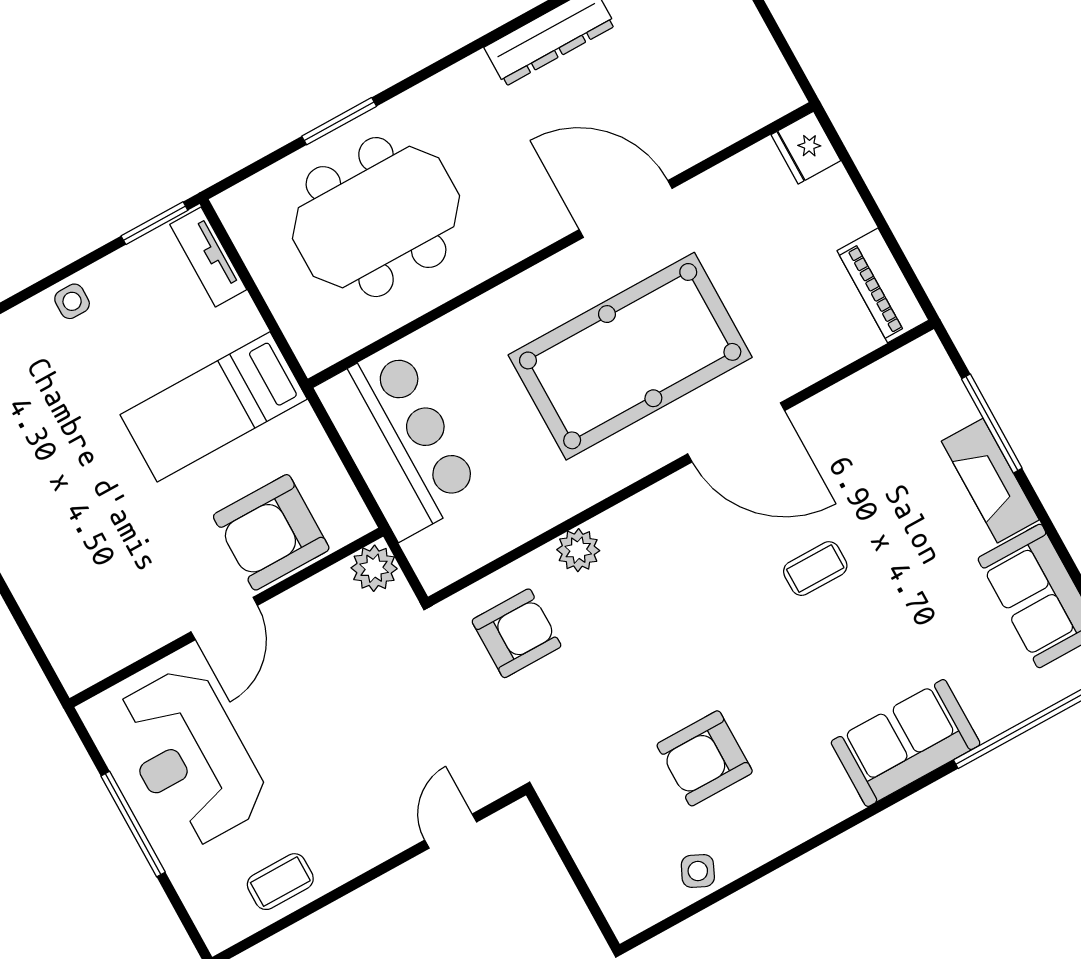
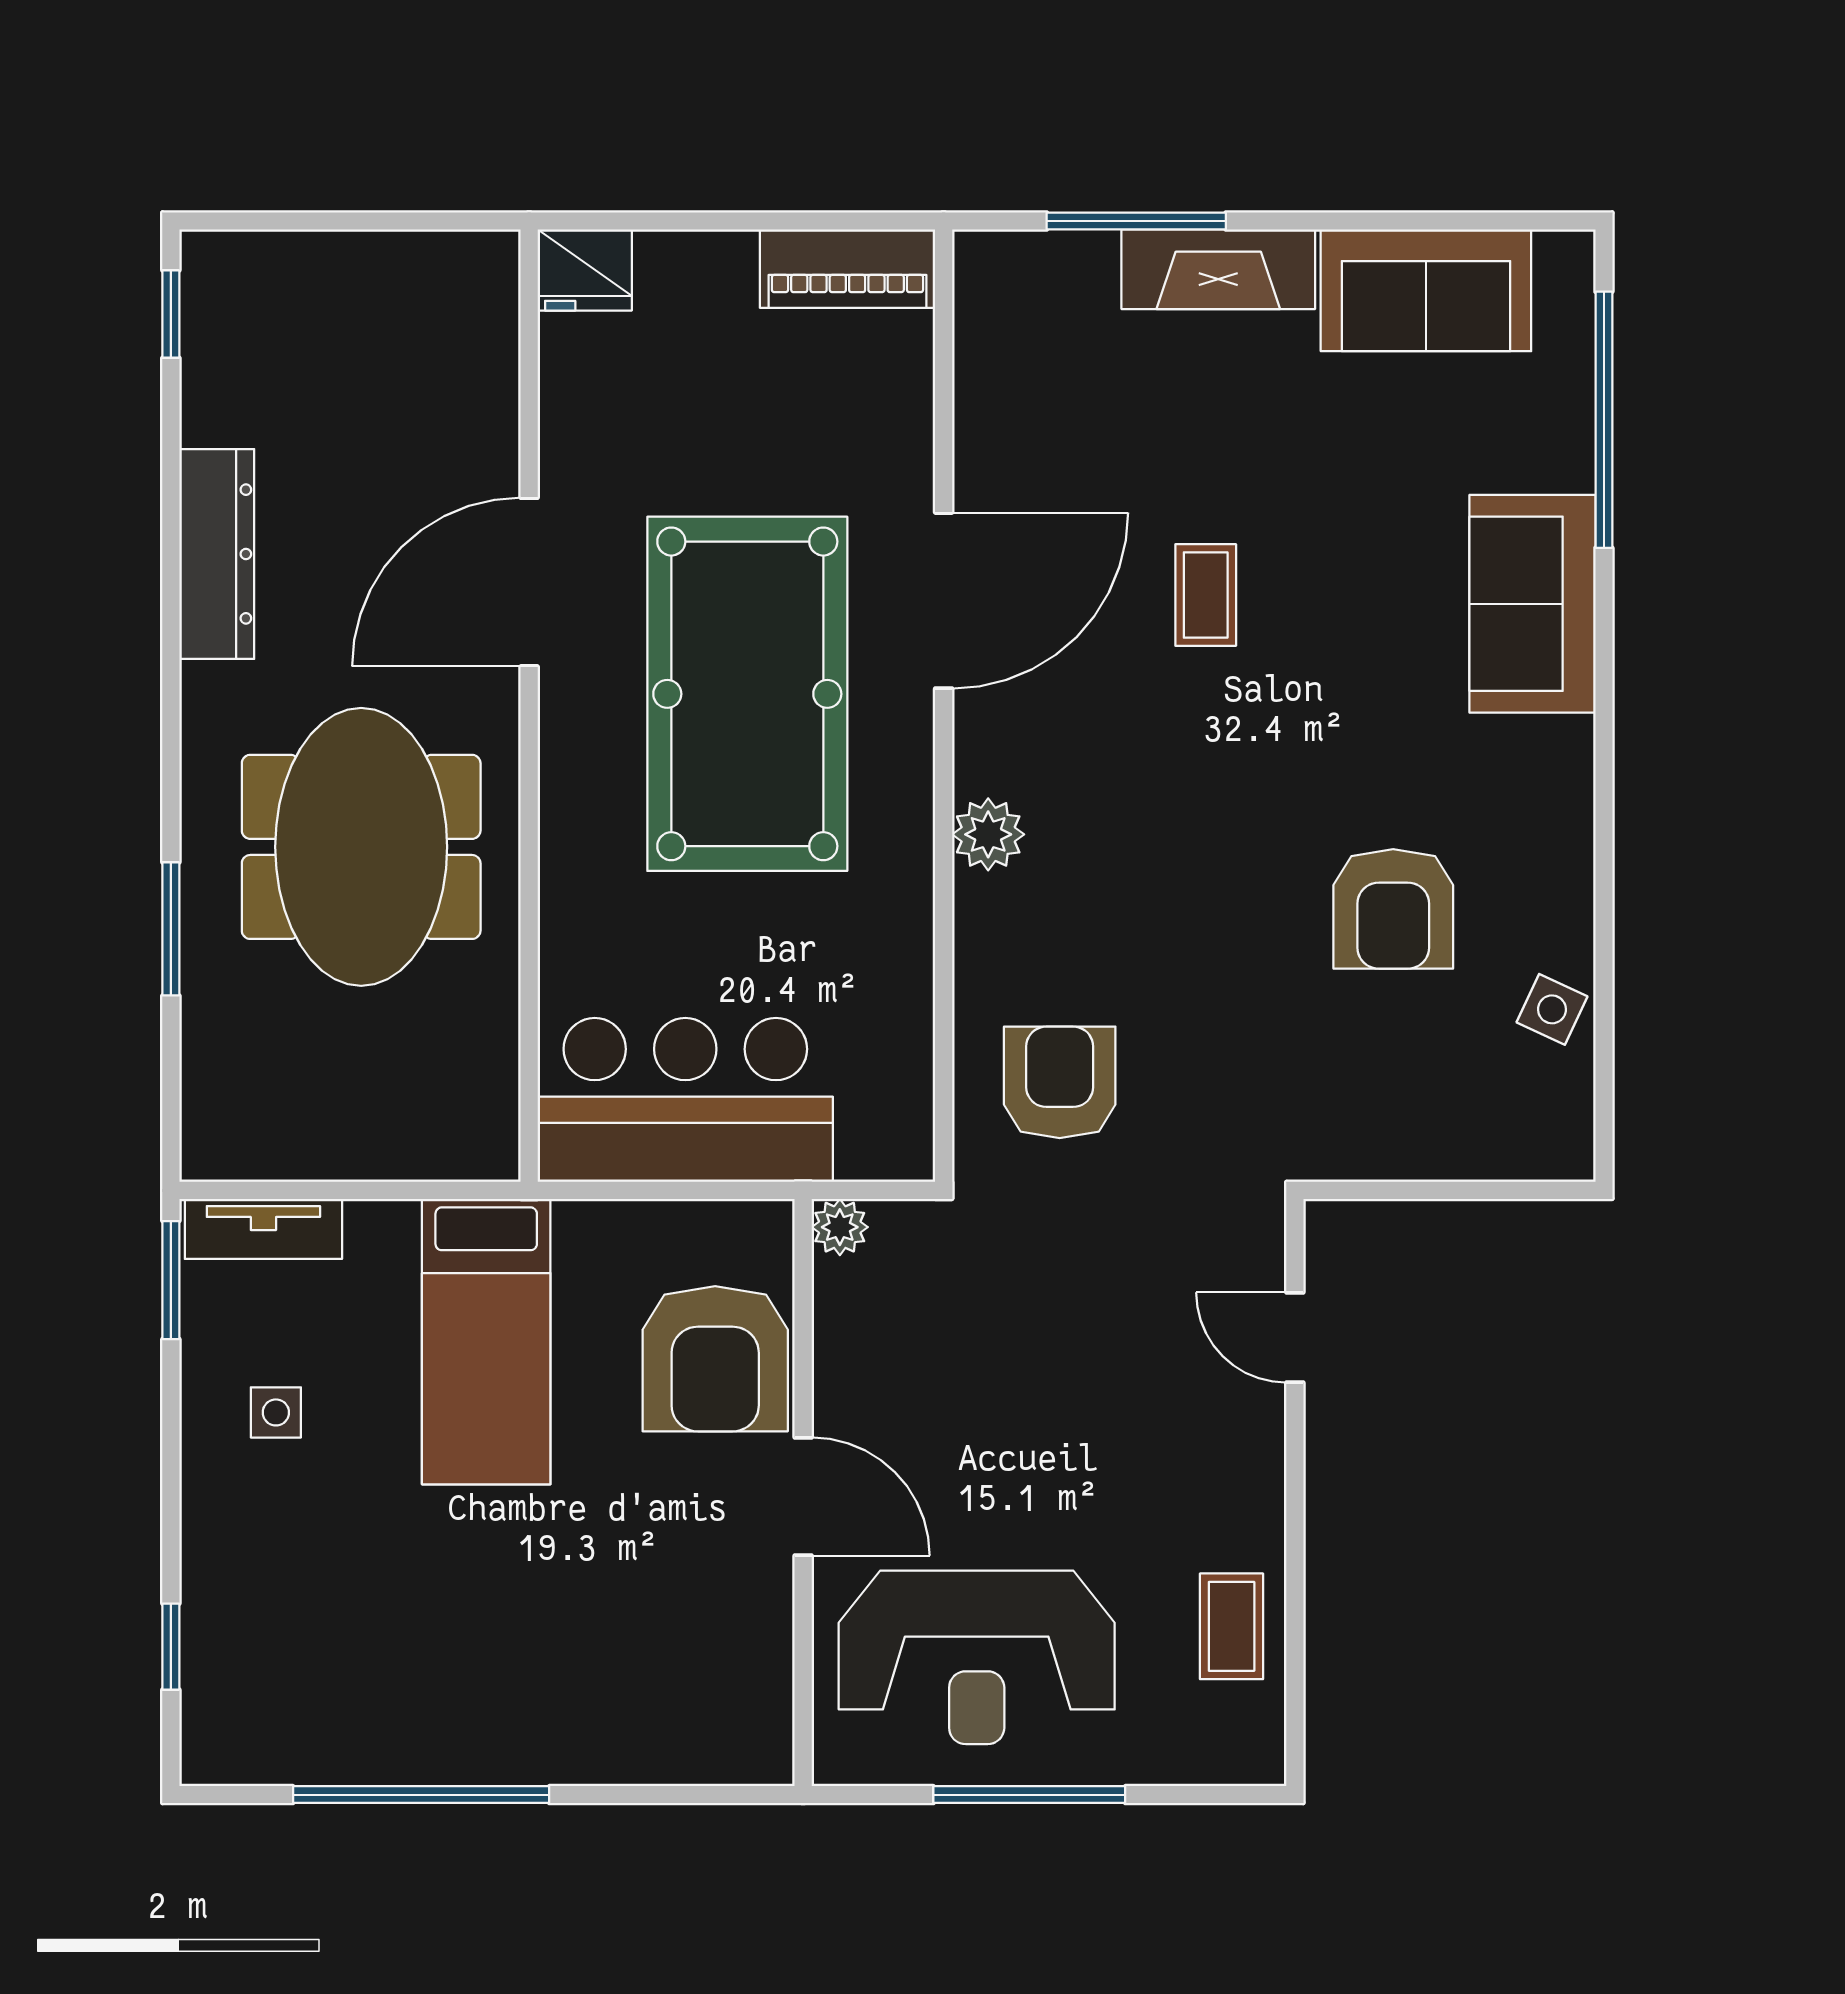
meeting table: (376, 217) -> (361, 847), moved
side table: (72, 301) -> (276, 1412), moved
plant: (578, 550) -> (988, 834), moved
plant: (374, 568) -> (840, 1227), width x0.73, depth x0.73

